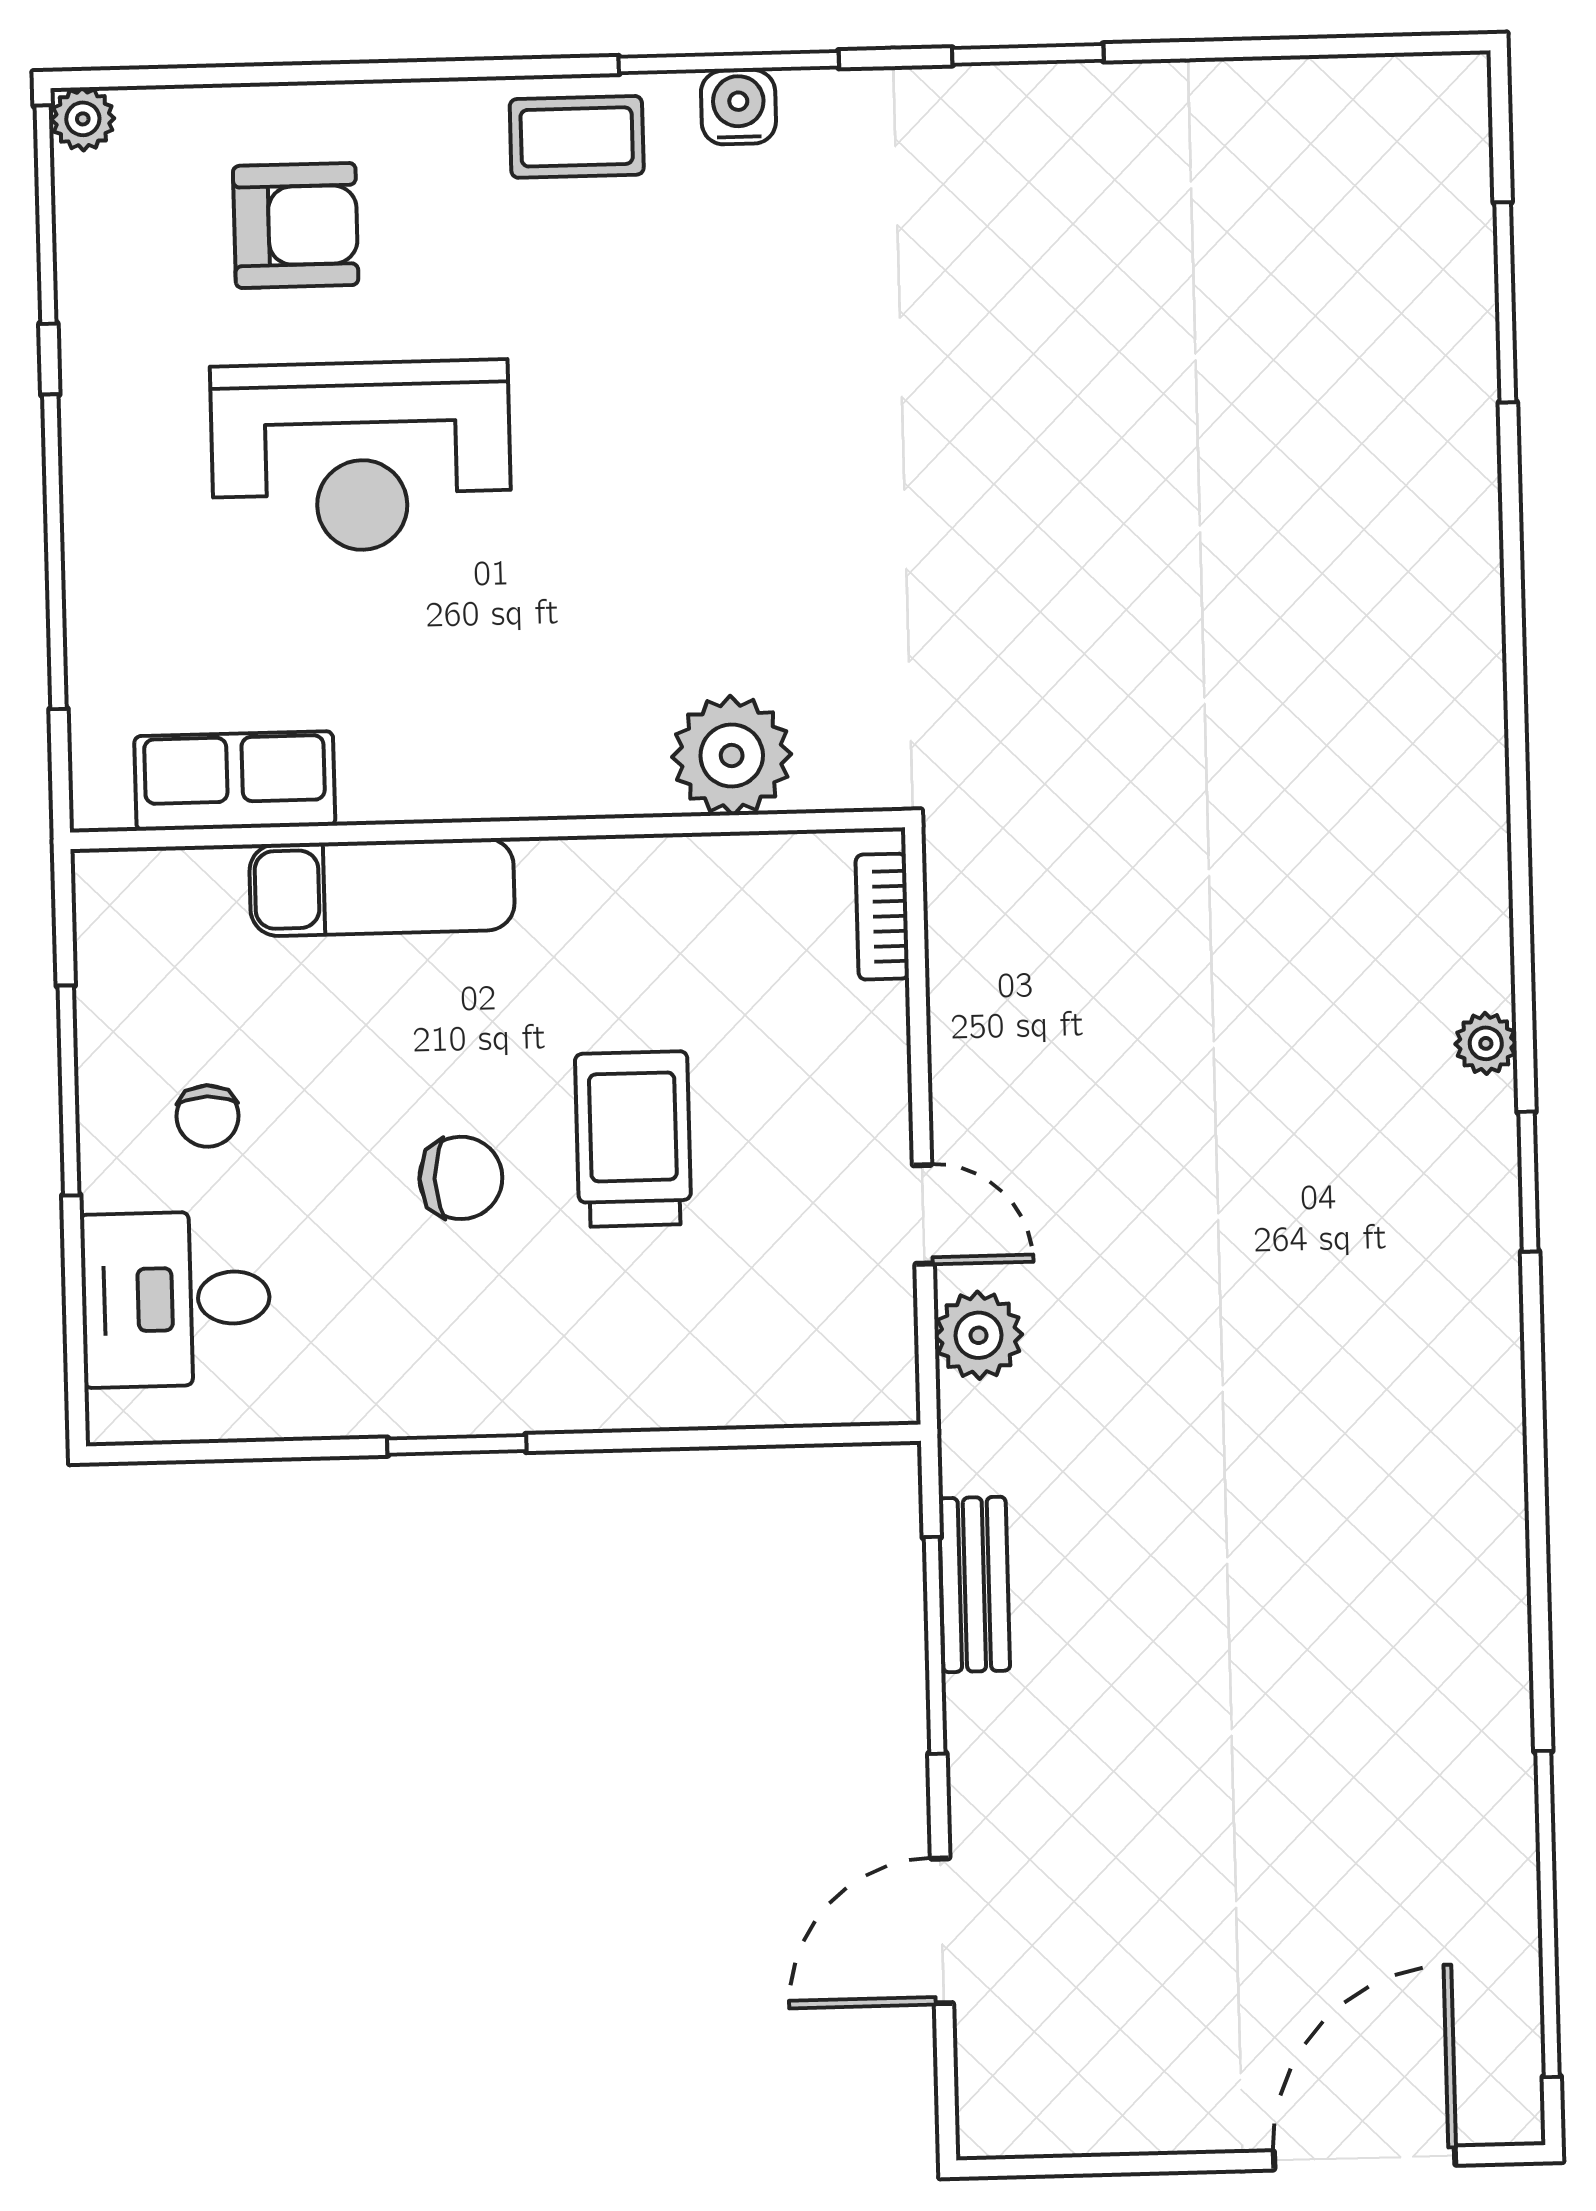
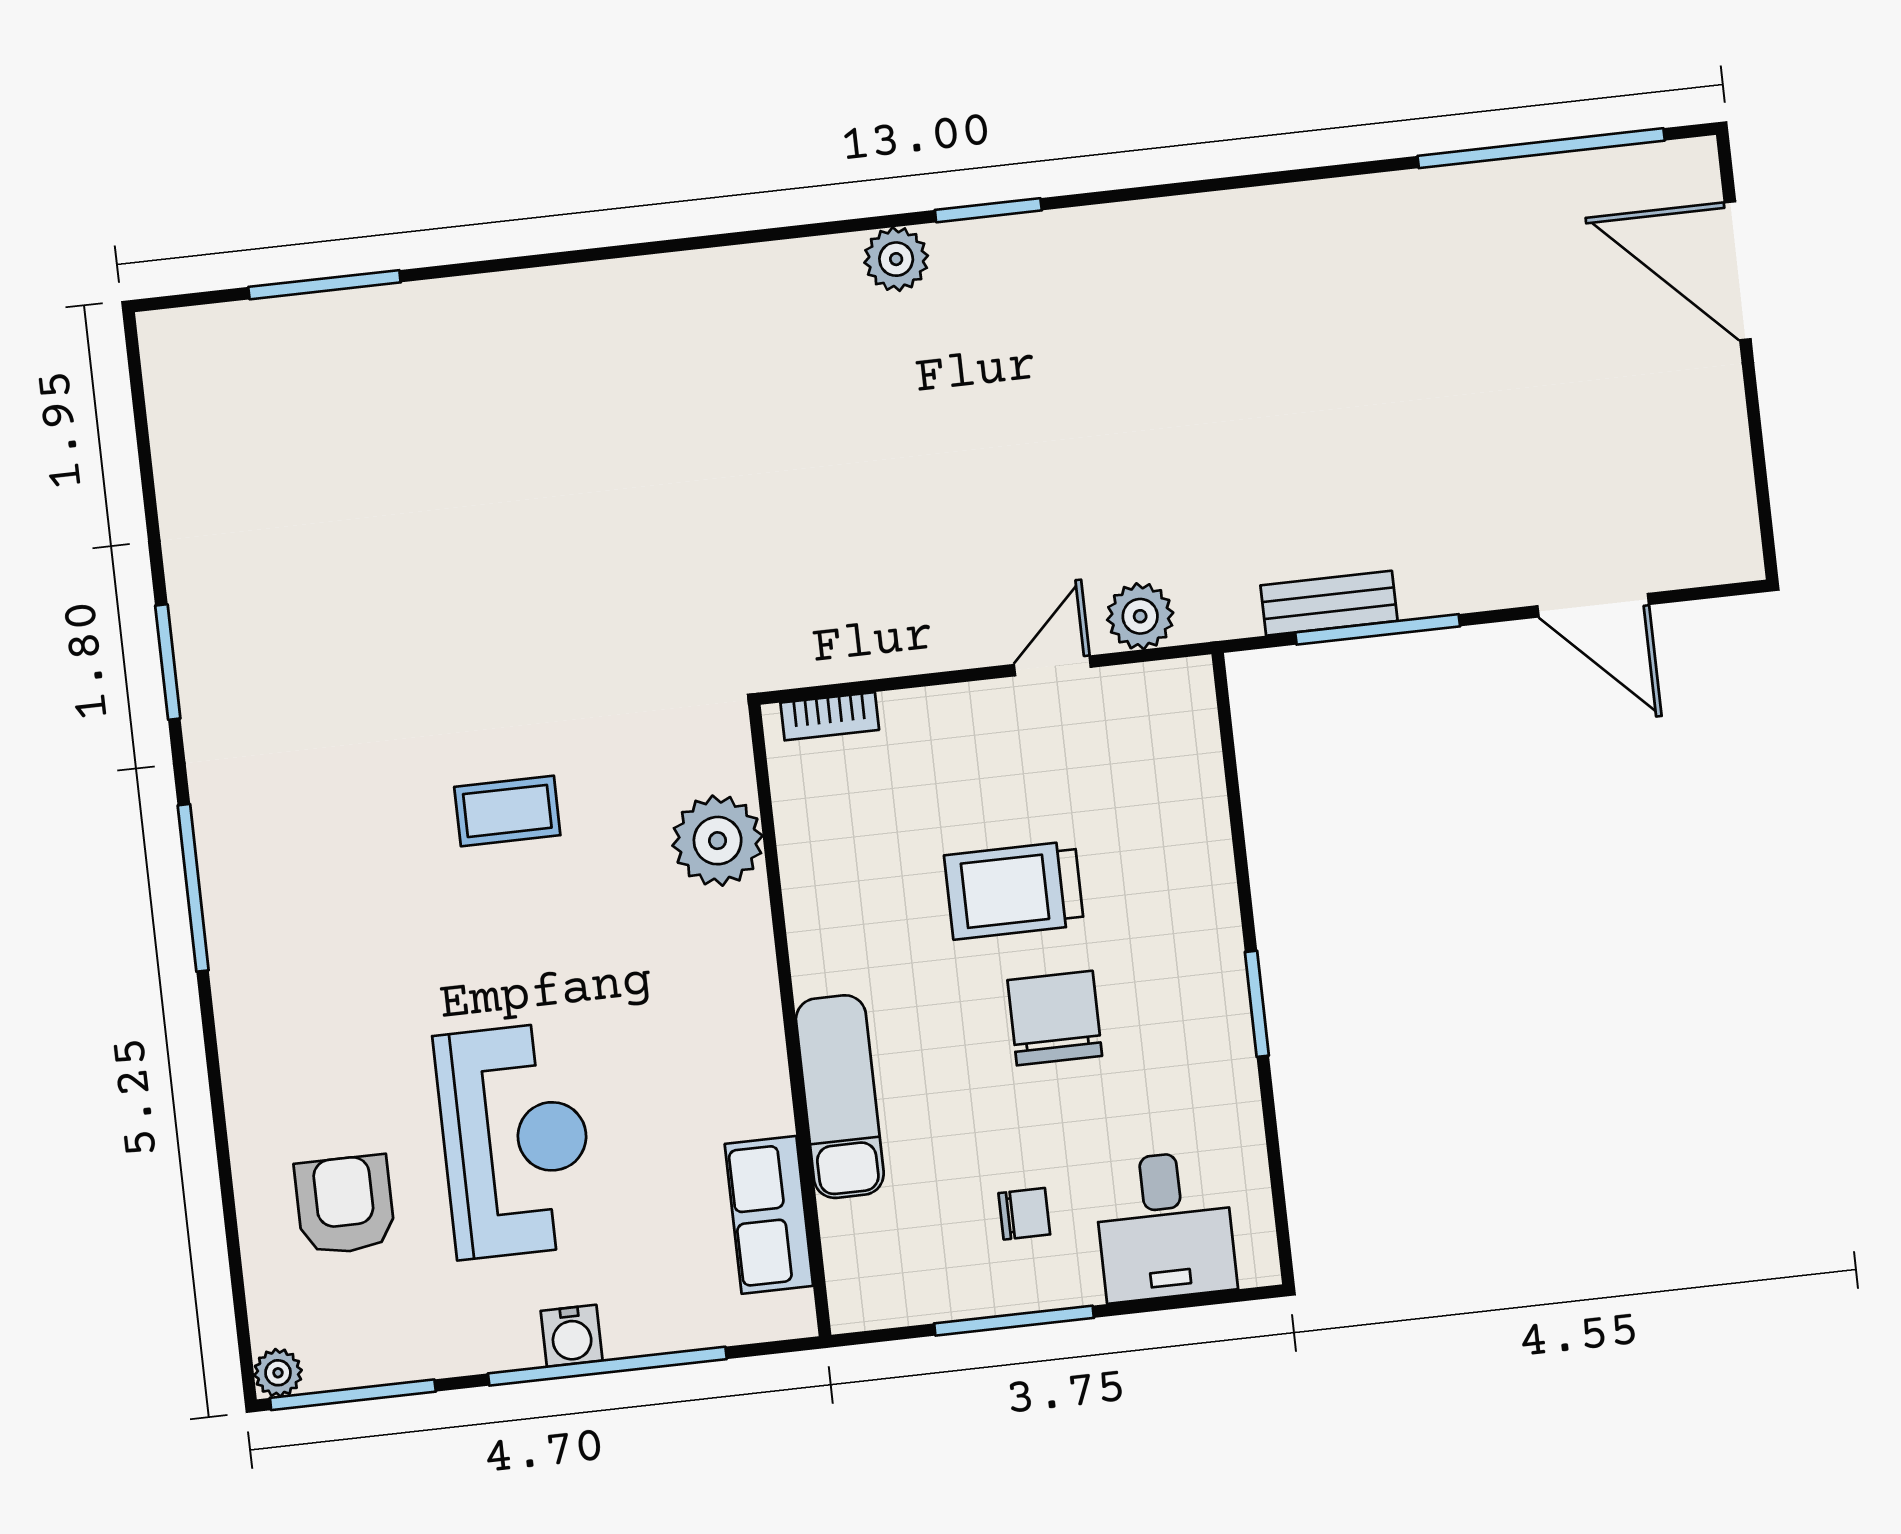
water cooler: (738, 107) -> (572, 1336), moved, turned -90
coffee table: (577, 137) -> (507, 811), moved, turned 90
plant: (1486, 1043) -> (896, 259), width x1.38, depth x1.38
chair: (461, 1178) -> (1055, 1018), width x1.37, depth x1.37

